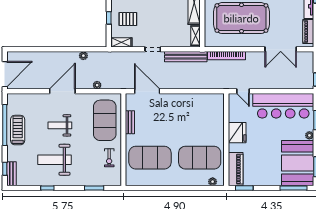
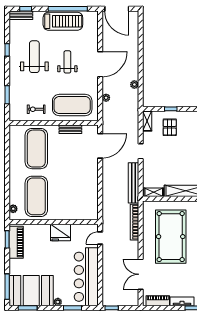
door: (62, 91) -> (100, 64), hinge flipped
treadmill: (18, 130) -> (63, 21), width x1.37, depth x1.38
piano: (236, 169) -> (16, 242), moved, turned -90

